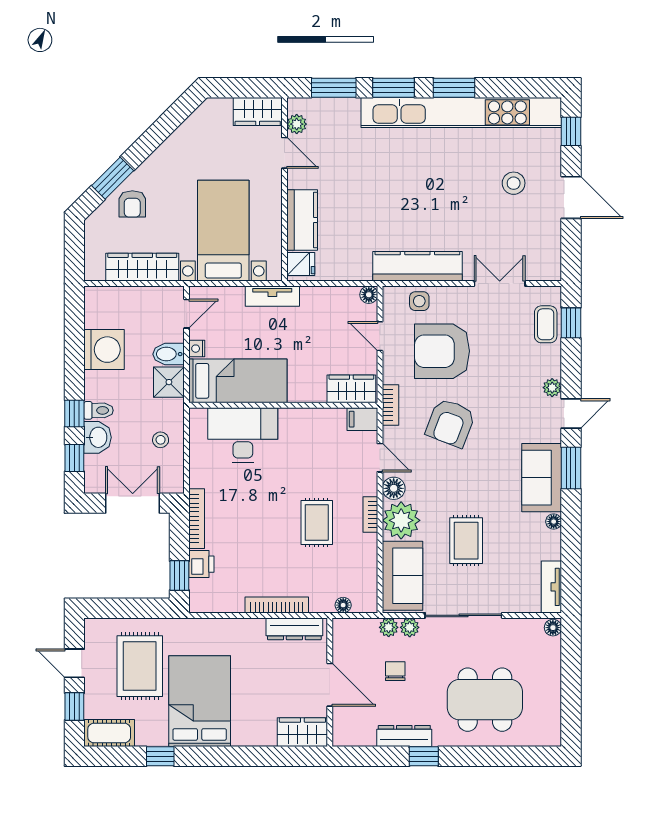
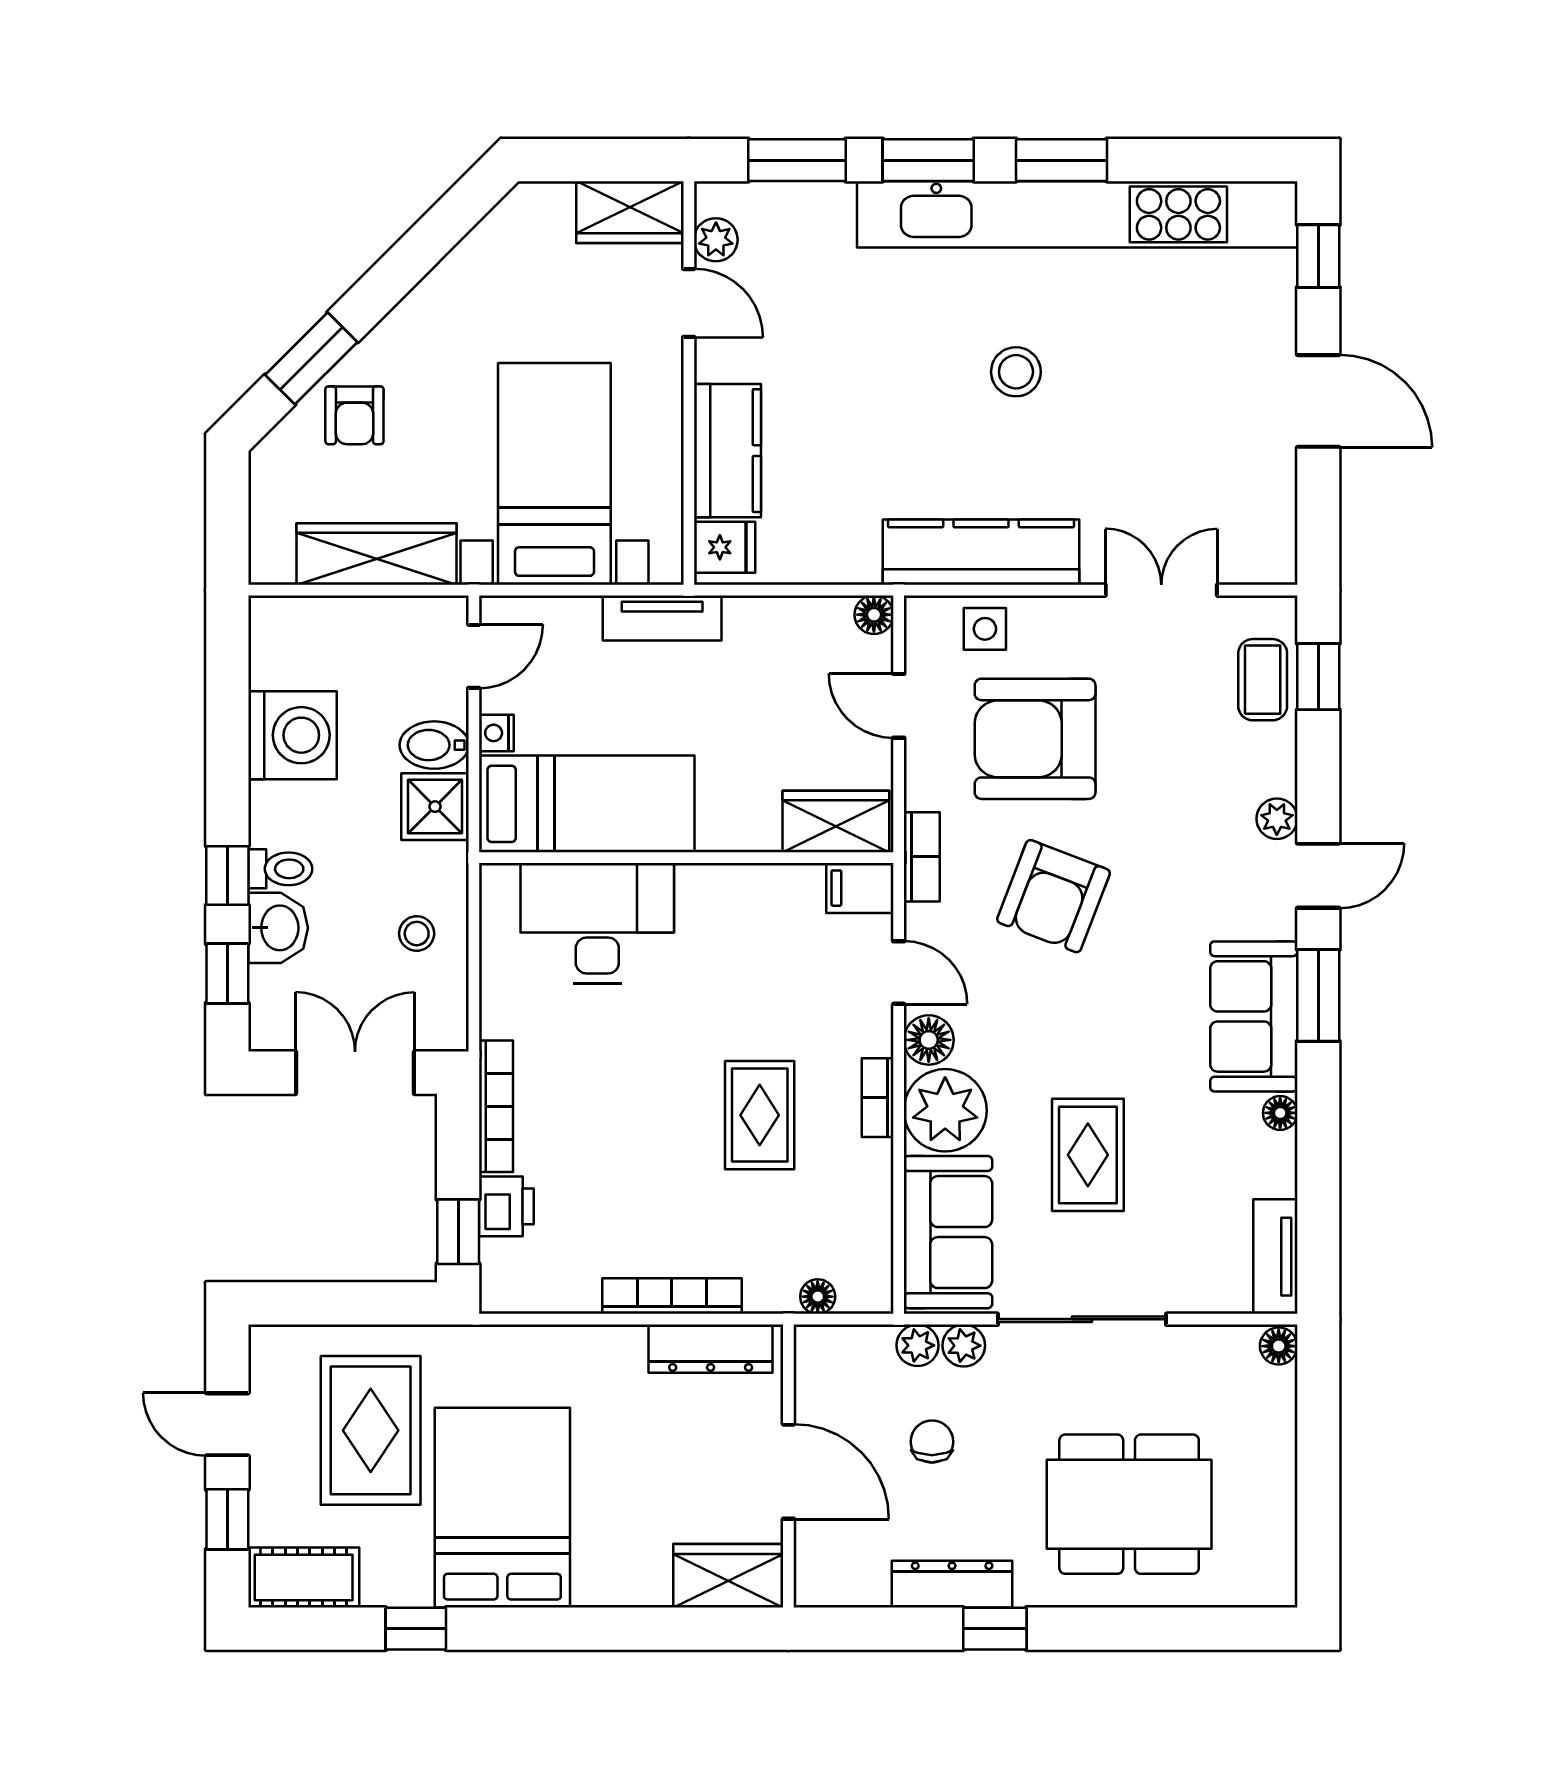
stool: (514, 183) -> (1016, 372), moved

